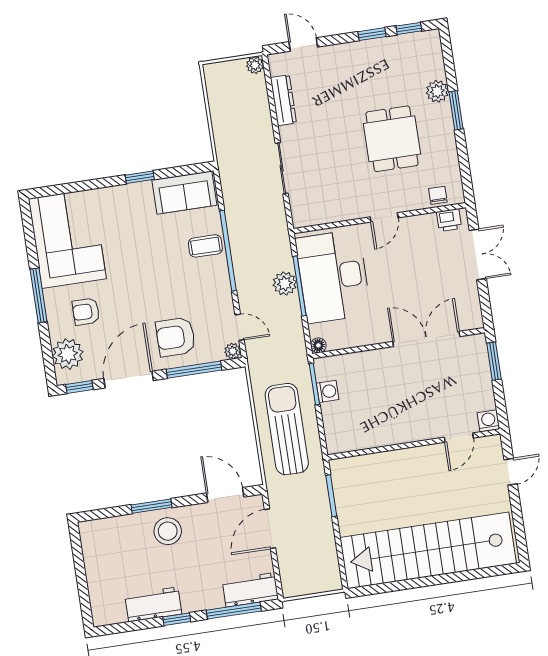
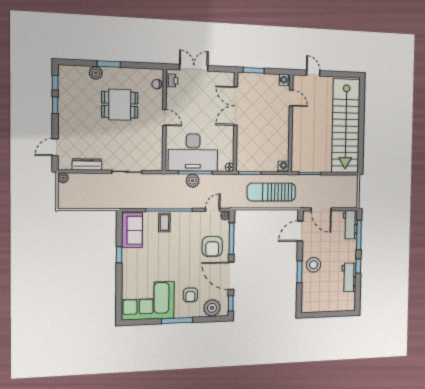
washing machine: (328, 391) -> (284, 166), moved

